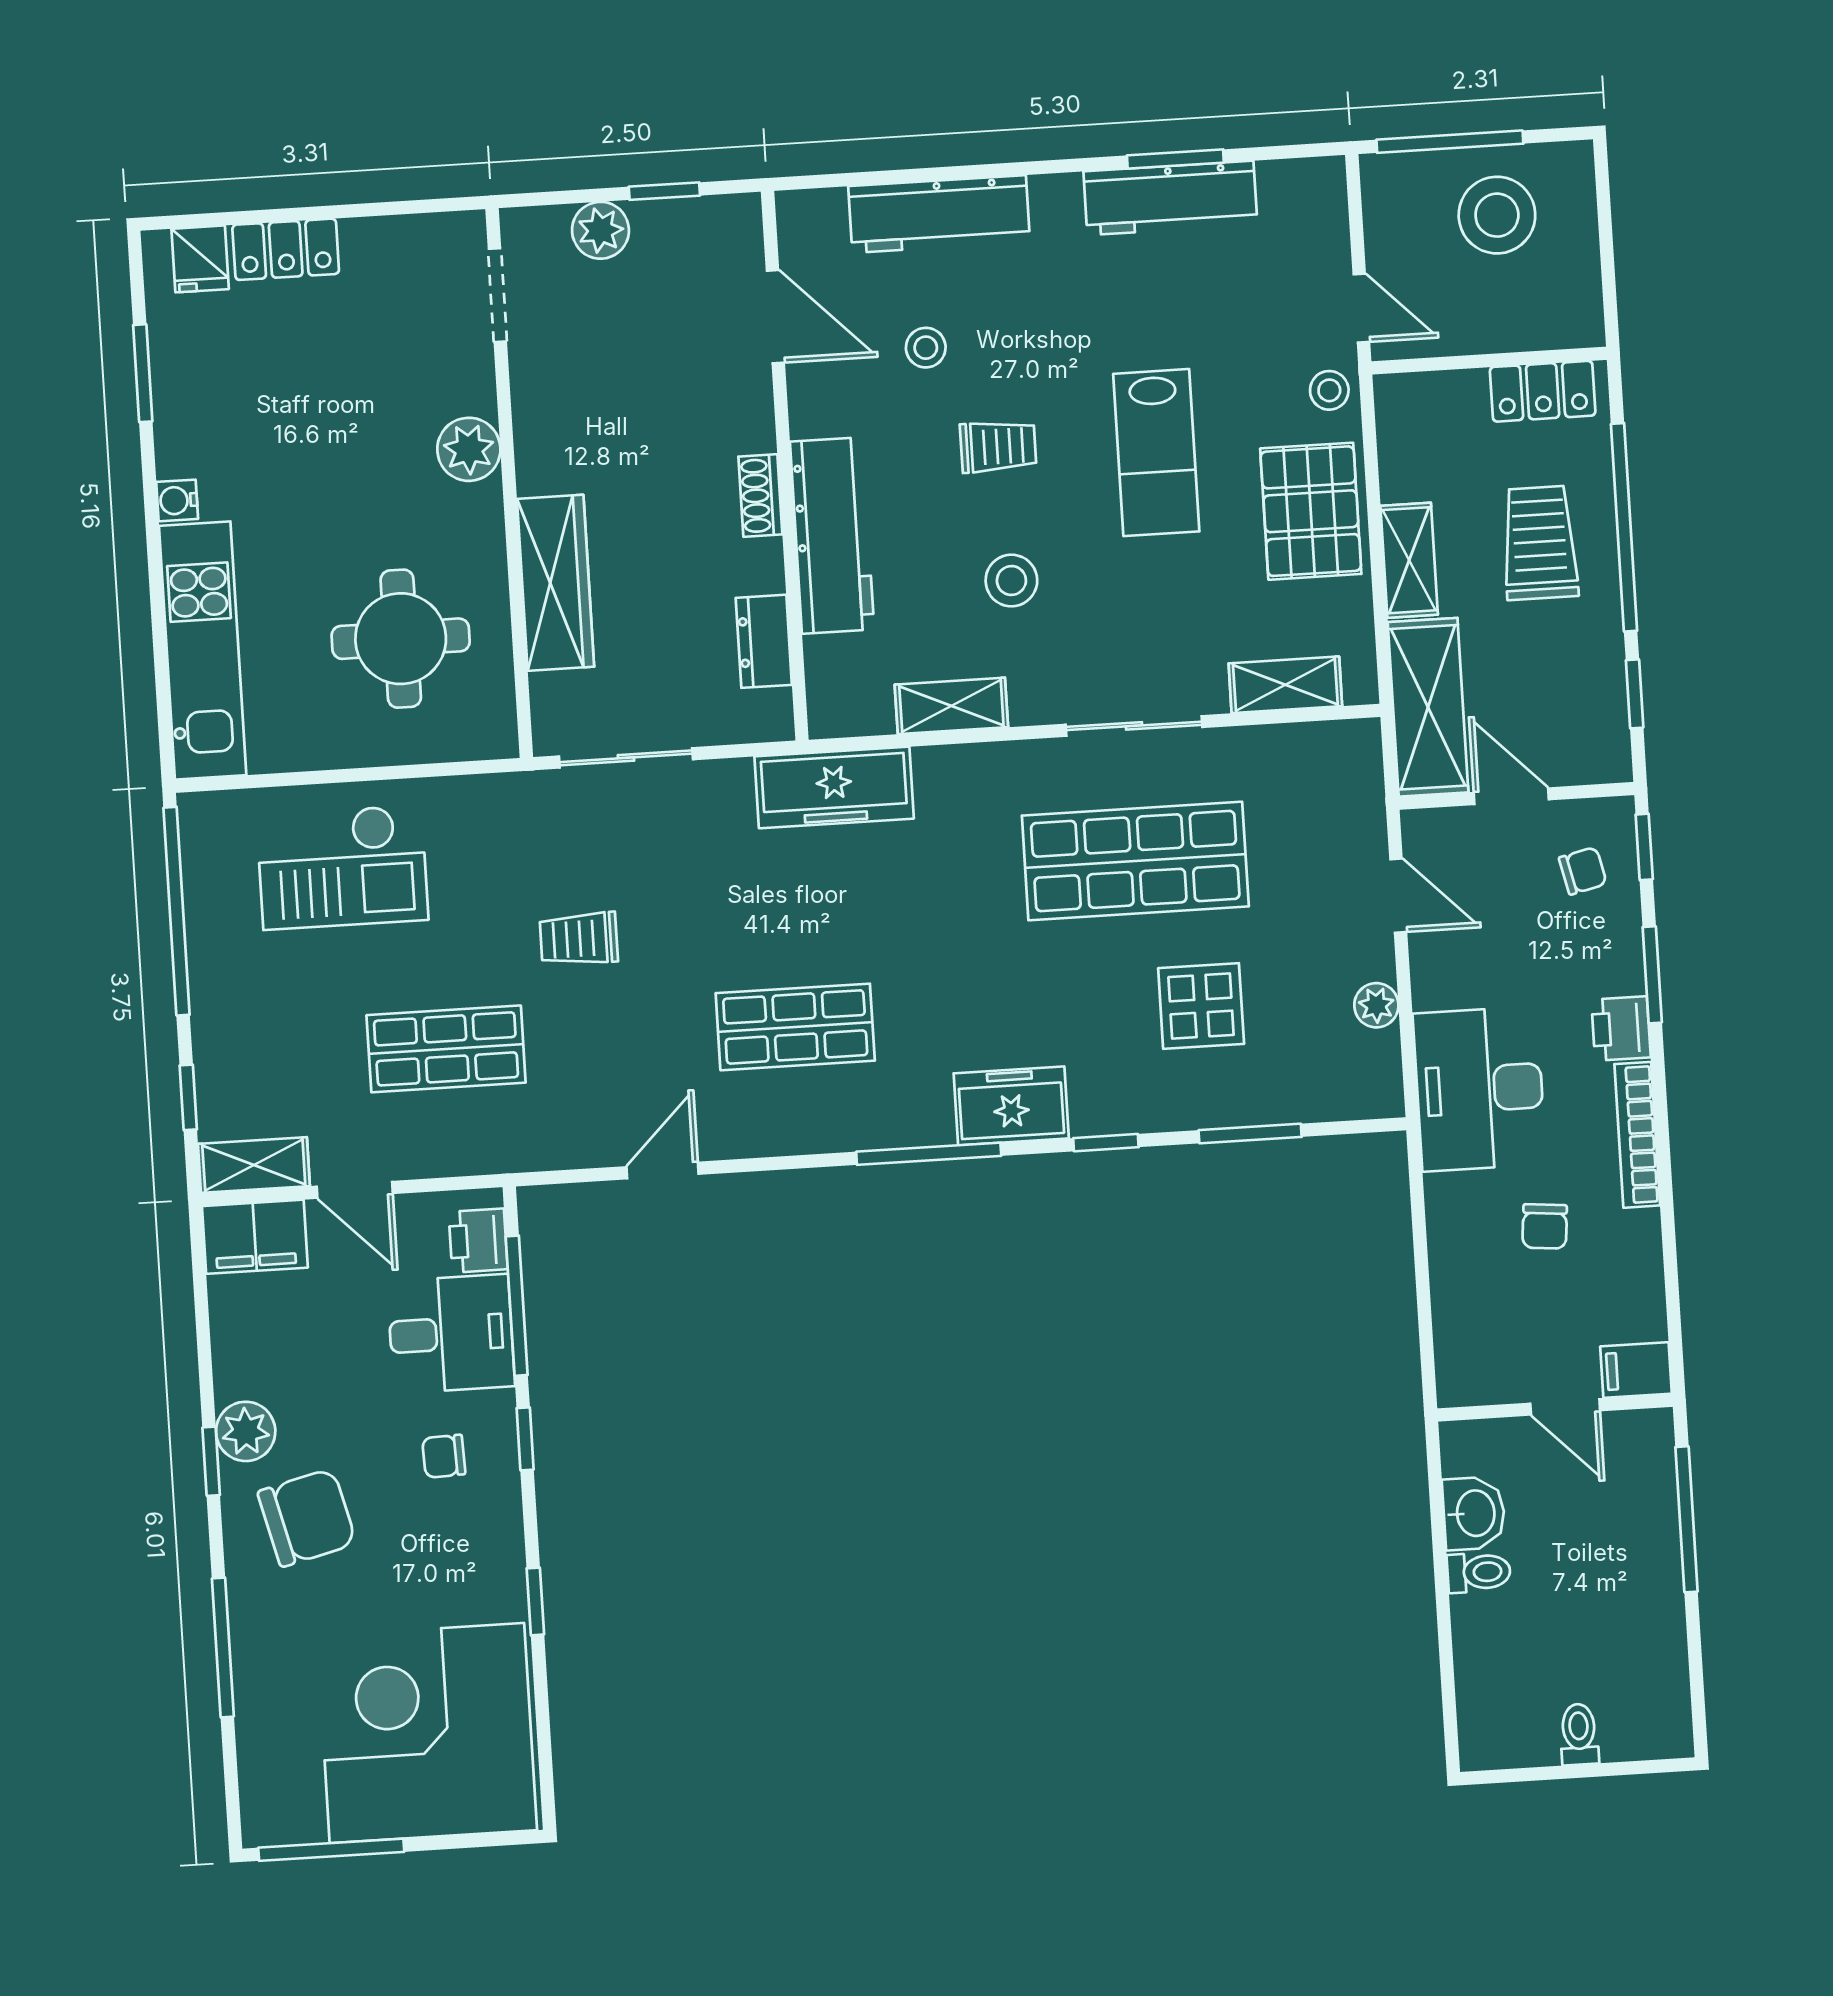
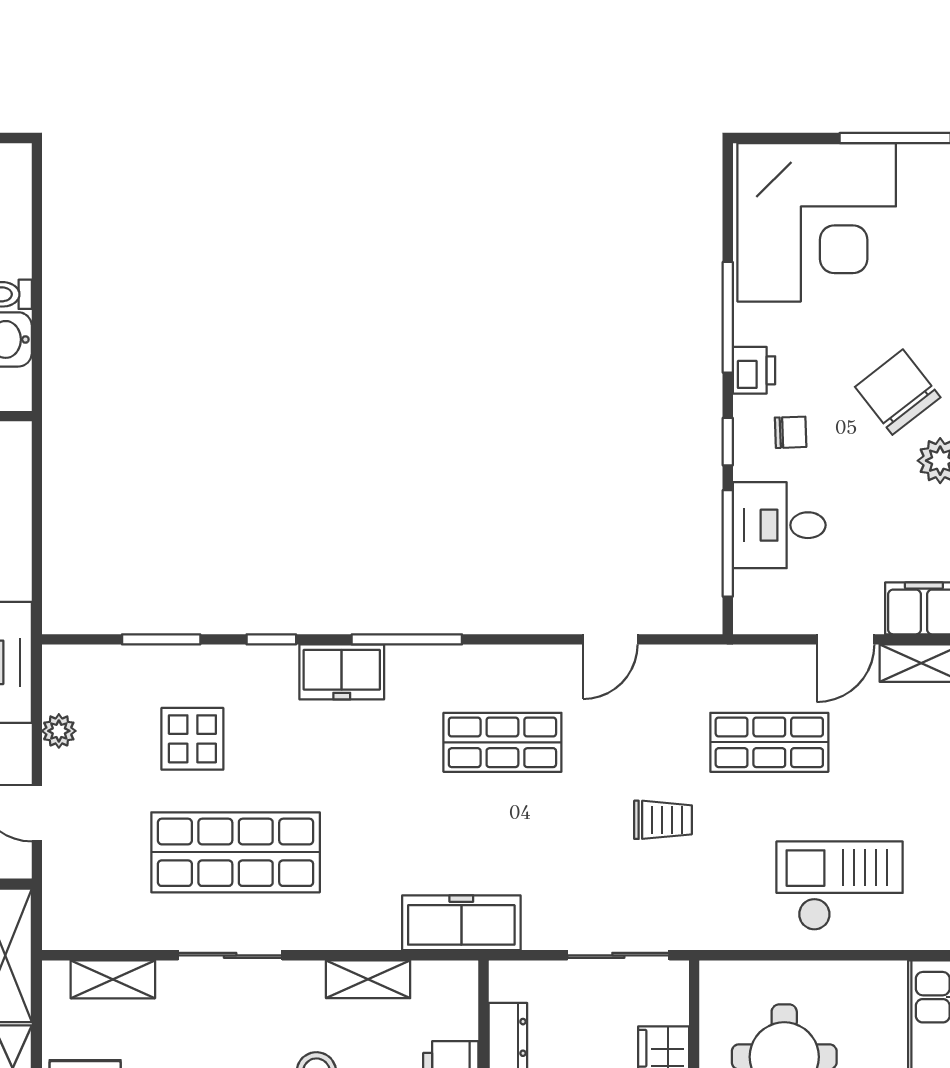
door: (355, 1190) -> (846, 639), swing flipped
printer: (478, 1240) -> (754, 370), moved
chair: (307, 1518) -> (898, 392), turned 66
window: (535, 1601) -> (728, 317), width x2.17

